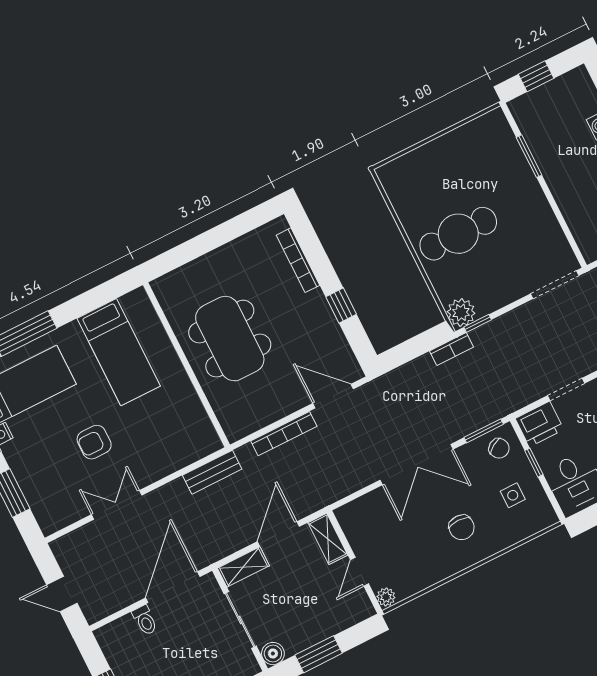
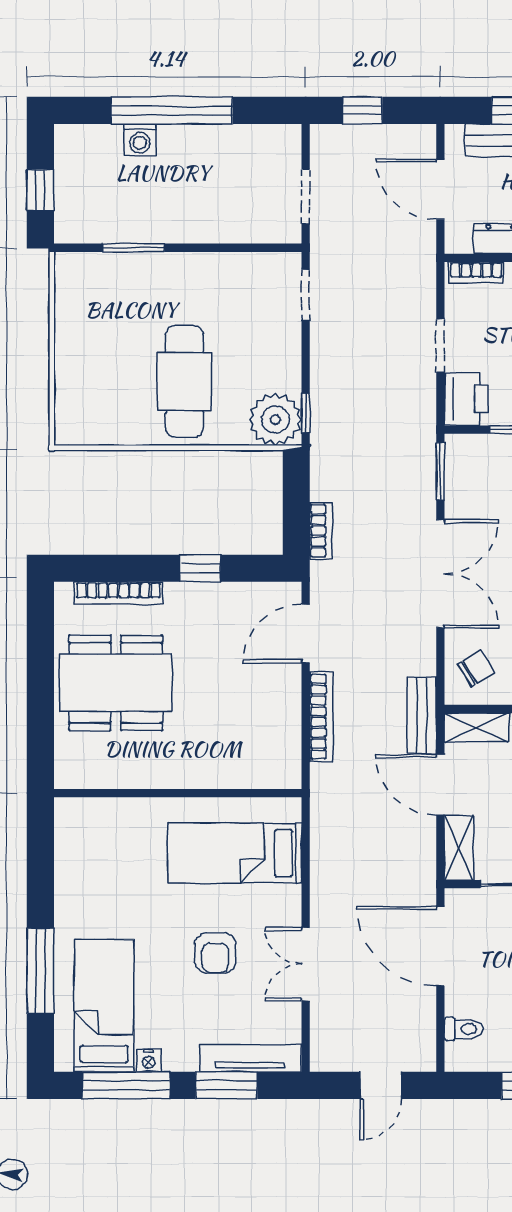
doorway: (555, 285) -> (306, 295), width x0.73
plant: (461, 313) -> (275, 419), width x1.36, depth x1.36
dining table: (230, 339) -> (116, 683), moved
bookcase: (452, 349) -> (321, 531), moved
bed: (119, 352) -> (235, 853), moved, turned 180
chair: (499, 448) -> (476, 668), moved
bench: (212, 472) -> (422, 715), moved
tv unit: (37, 500) -> (250, 1058), added
toilet: (145, 620) -> (463, 1029), moved

